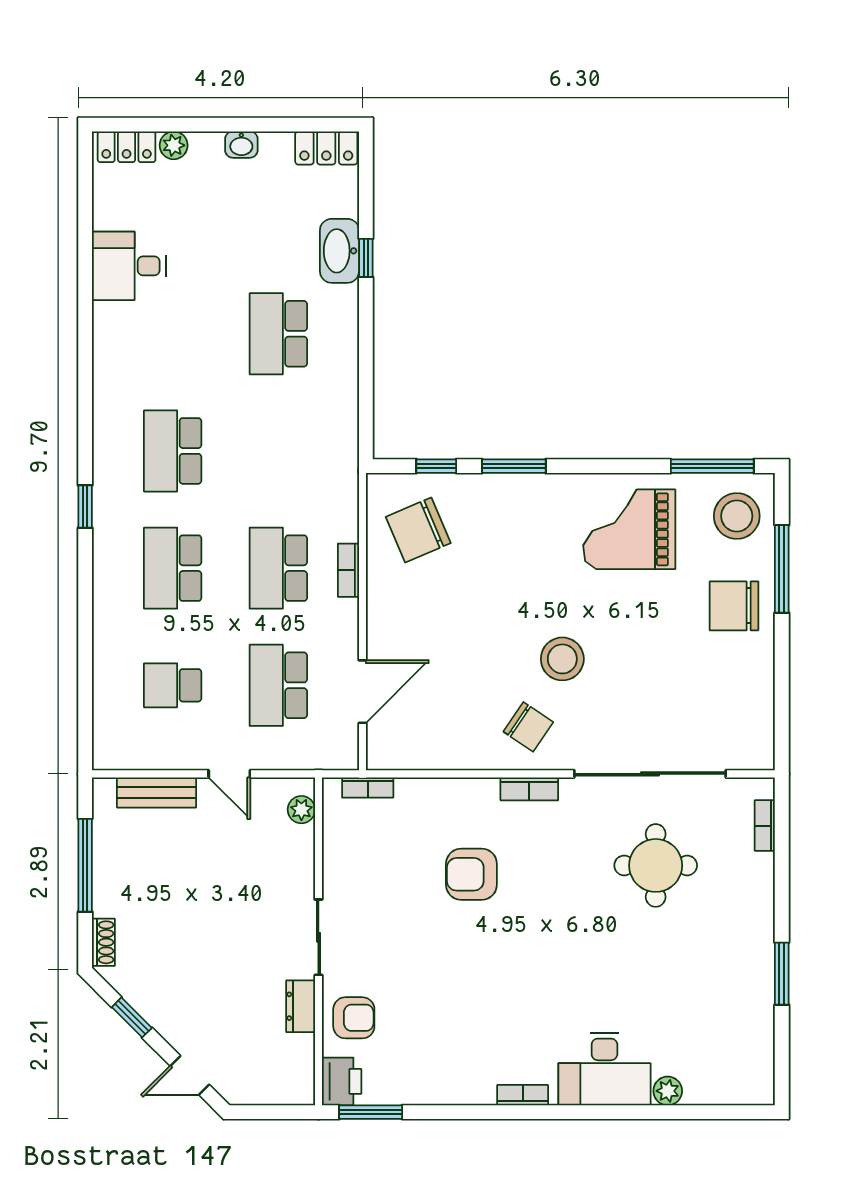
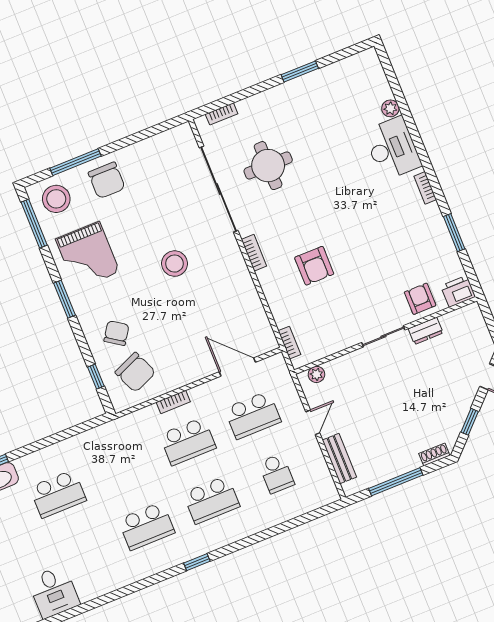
window: (514, 466) -> (65, 299), moved
chair: (528, 727) -> (116, 333), moved
window: (371, 1112) -> (454, 233), moved

